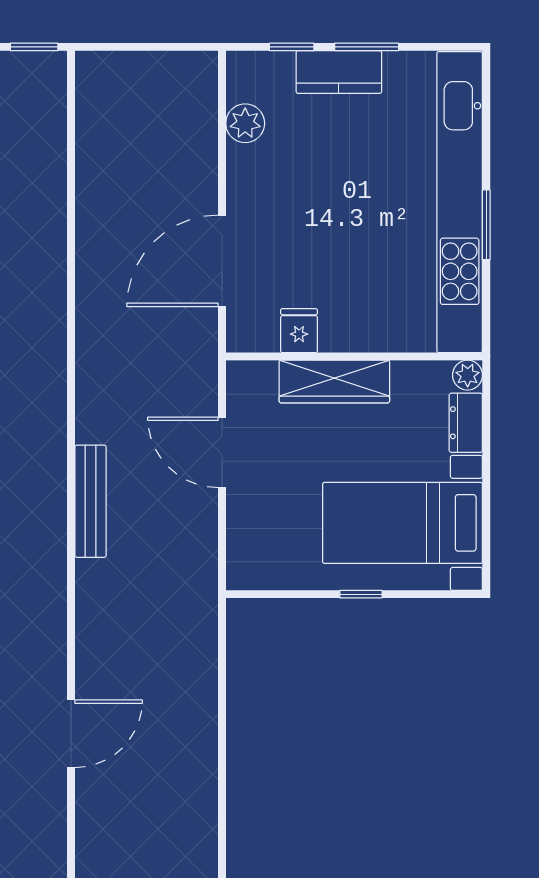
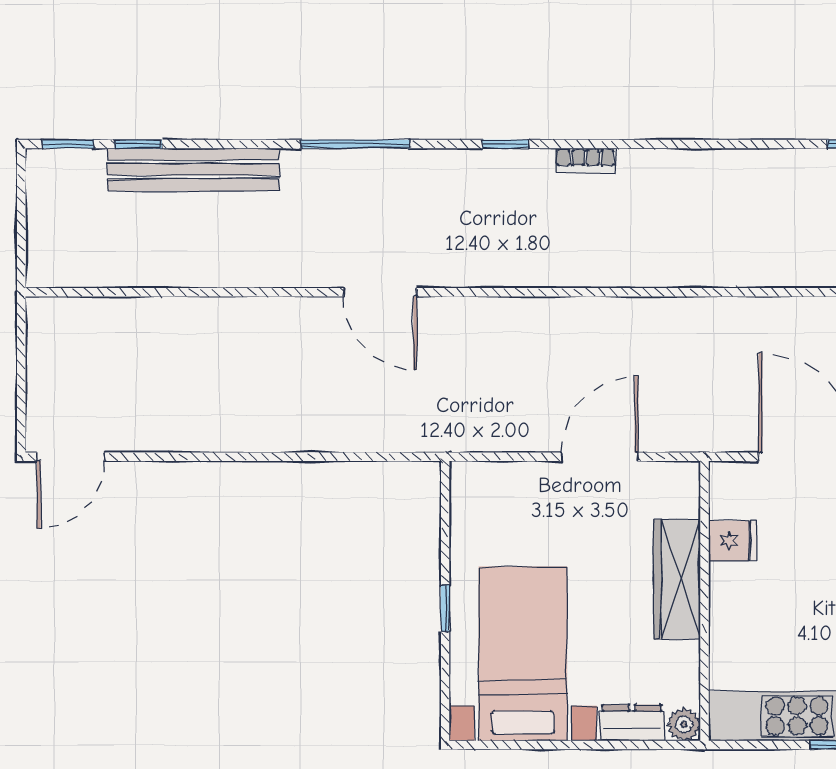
bench: (90, 501) -> (547, 313), removed
door: (71, 734) -> (380, 292), moved

